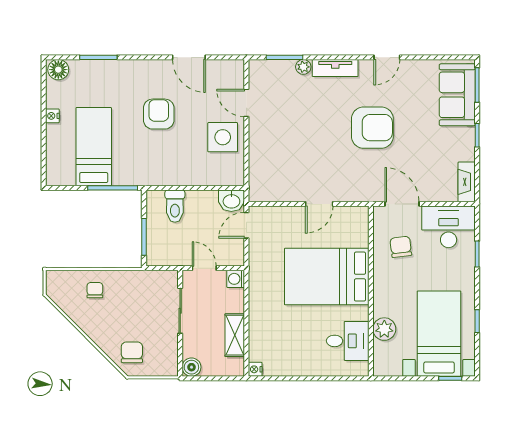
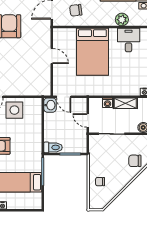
toilet: (175, 206) -> (53, 147), moved
door: (204, 268) -> (88, 120), hinge flipped
washing machine: (236, 279) -> (107, 103), moved

